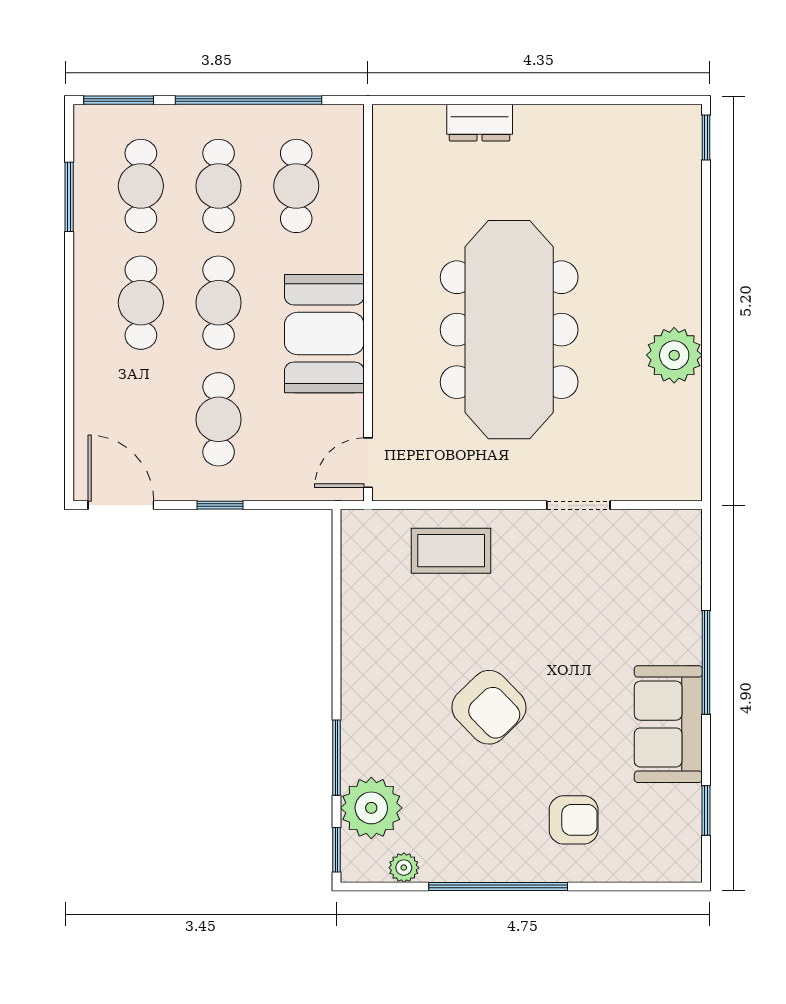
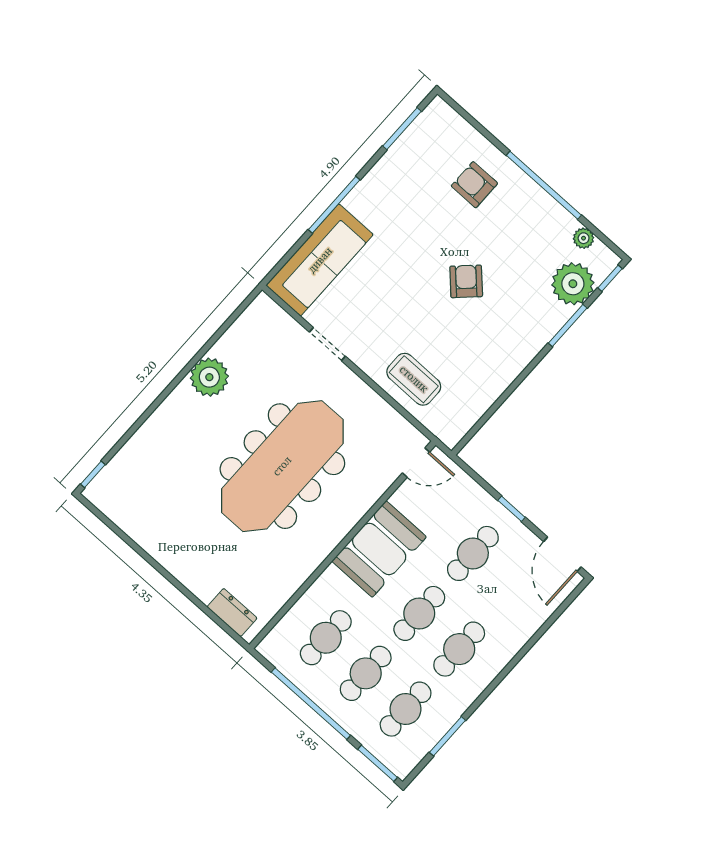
dresser: (480, 123) -> (232, 613), moved
armchair: (489, 707) -> (466, 281), width x0.72, depth x0.72
sofa: (668, 724) -> (320, 260), moved, width x1.36
window: (706, 811) -> (402, 129), width x1.50

